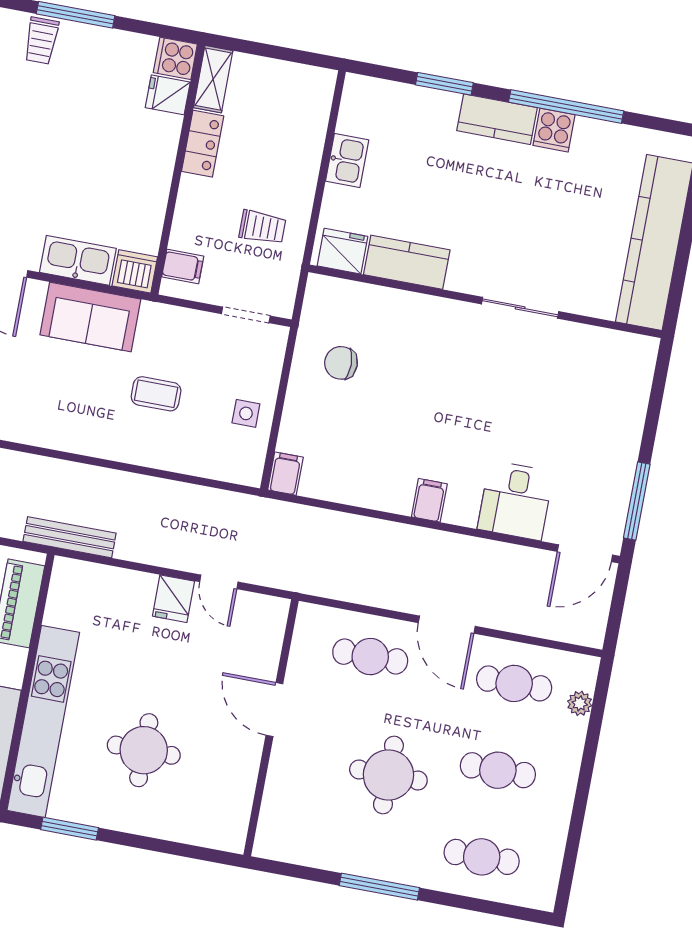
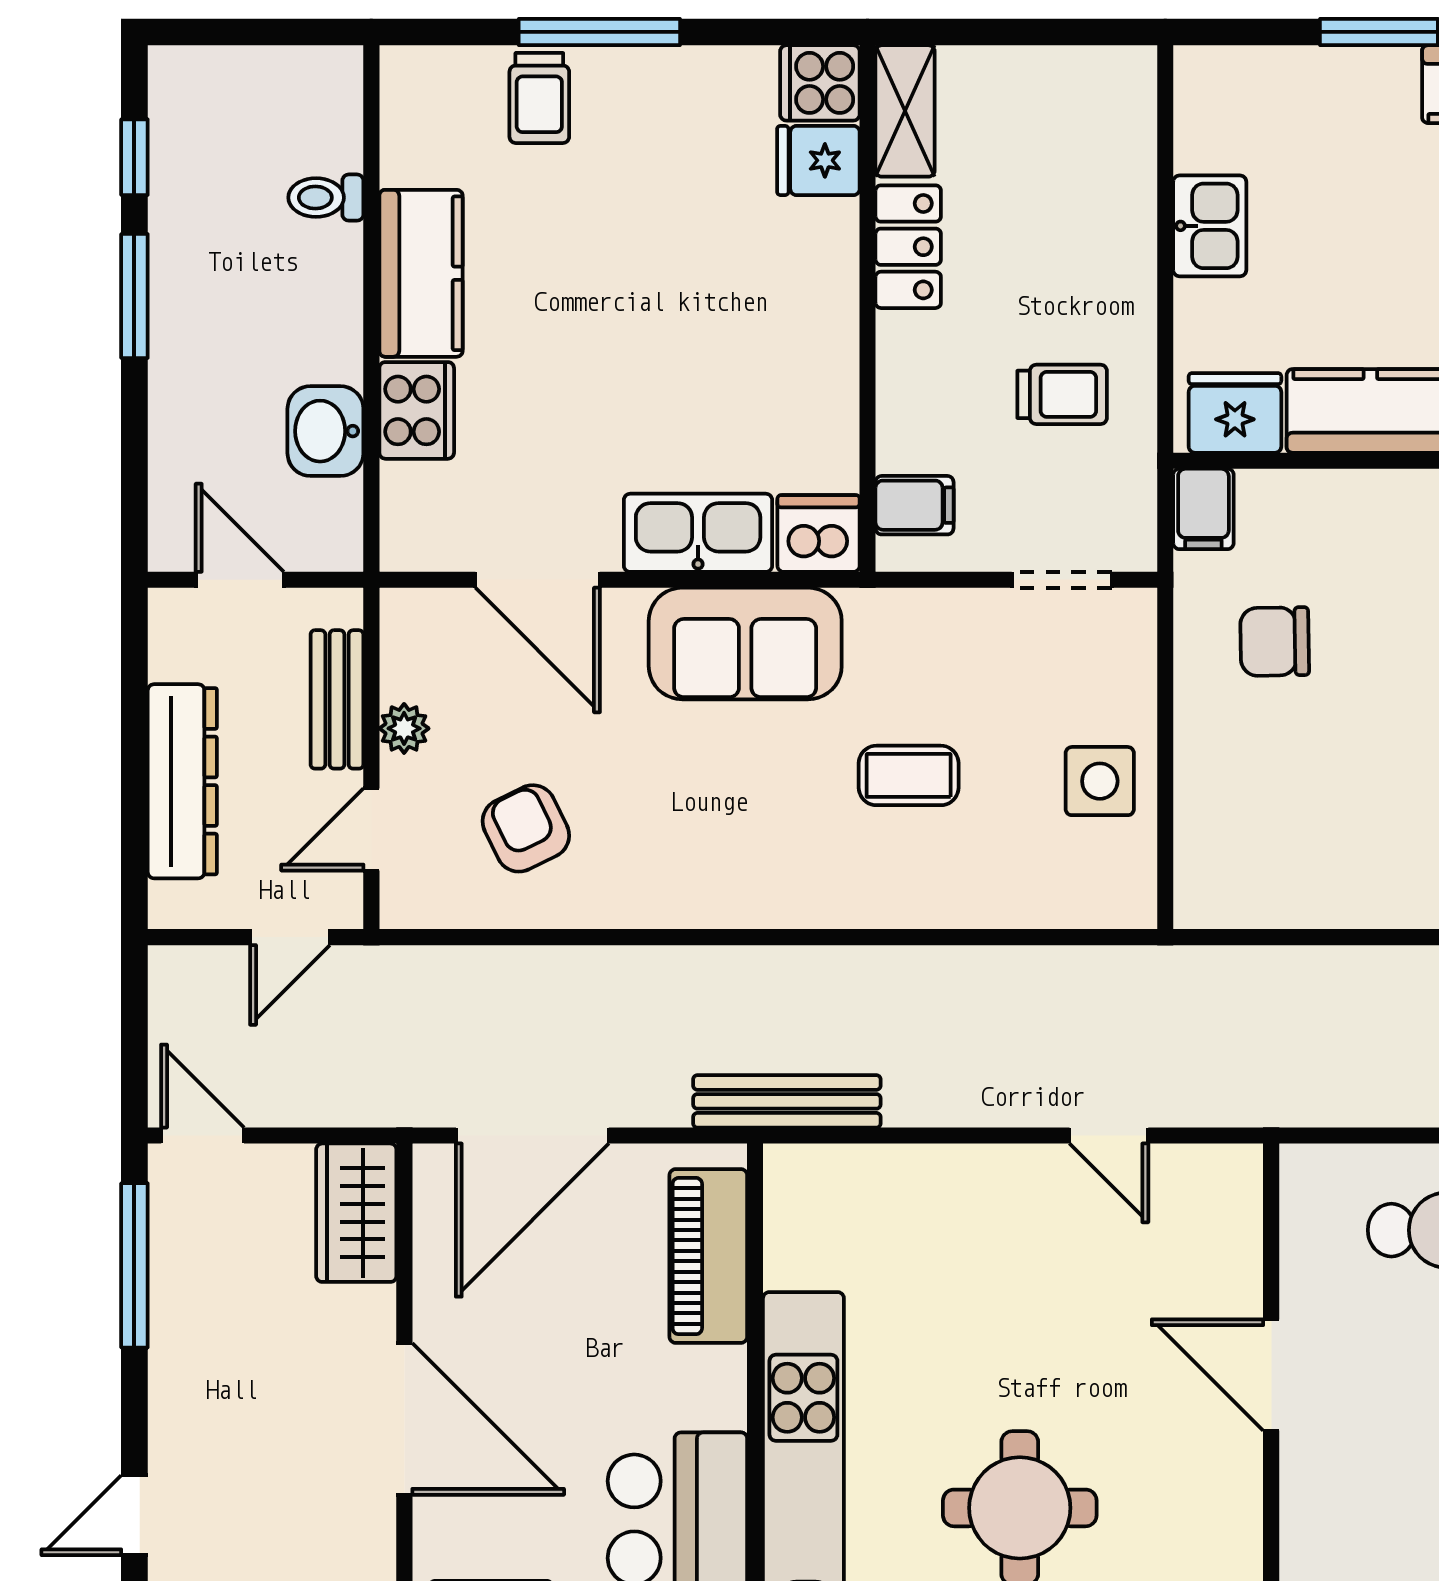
side table: (246, 413) -> (1100, 781), width x1.37, depth x1.37
filing cabinet: (285, 474) -> (1203, 509), moved, turned 180
fridge: (173, 599) -> (1022, 1187), removed

